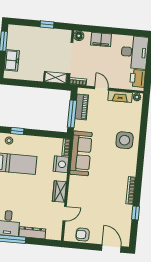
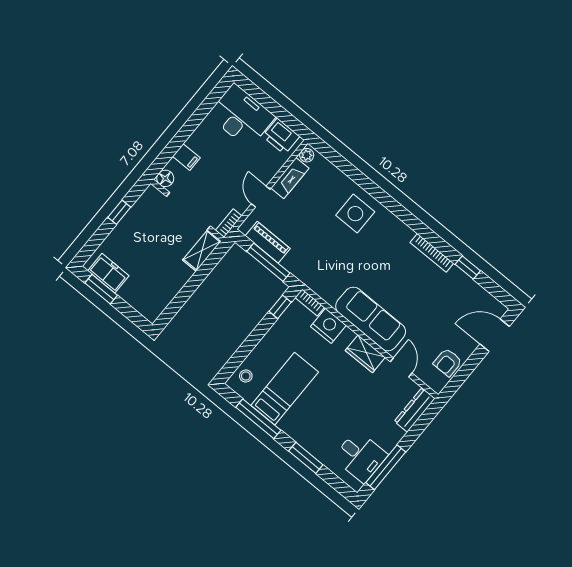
filing cabinet: (101, 39) -> (186, 157), width x0.50
freezer: (12, 60) -> (108, 273), moved
door: (101, 88) -> (261, 197), hinge flipped
window: (17, 131) -> (280, 307), moved
sofa: (81, 153) -> (371, 319), moved
dresser: (32, 233) -> (415, 410), moved

